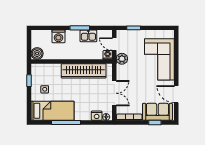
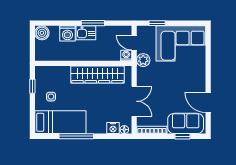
kitchen sink: (88, 36) -> (86, 33), moved
boiler: (37, 54) -> (42, 33), moved
corner sofa: (159, 59) -> (181, 43), moved, turned -90

